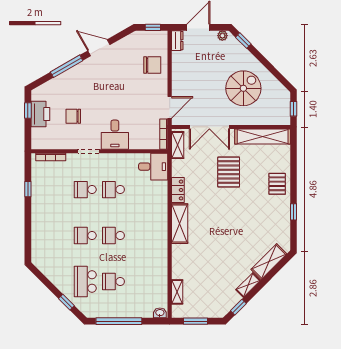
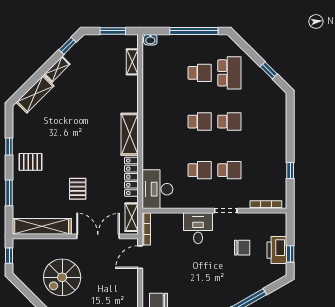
desk: (153, 167) -> (157, 189), width x1.37
window: (294, 168) -> (9, 193), added
pallet: (229, 172) -> (78, 189), width x0.67, depth x0.71
pallet: (277, 184) -> (31, 162), moved, turned 90
locker: (178, 190) -> (131, 177), width x1.53
window: (66, 302) -> (269, 70), moved

